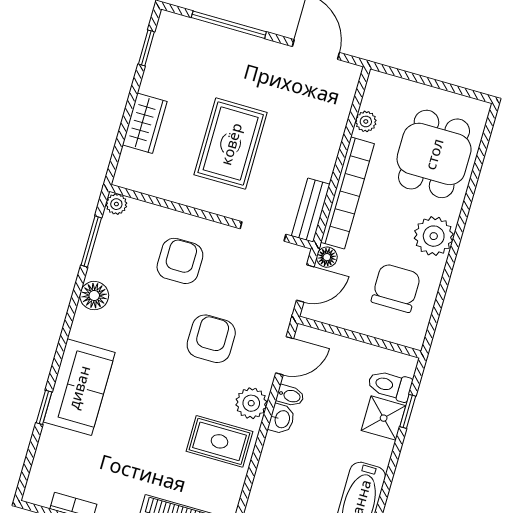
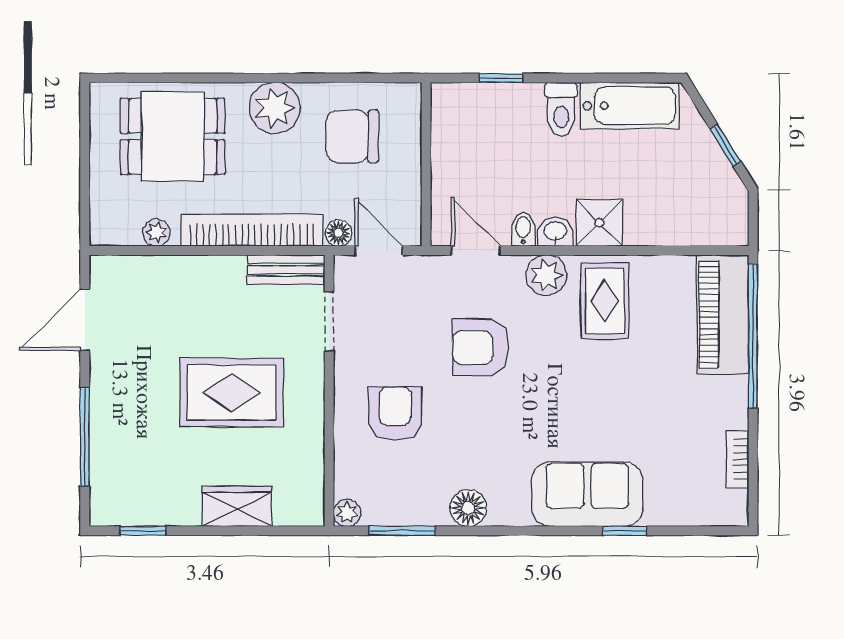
armchair: (180, 261) -> (395, 414), turned 90
toilet: (390, 385) -> (561, 109), moved
shower: (384, 418) -> (599, 223), moved

